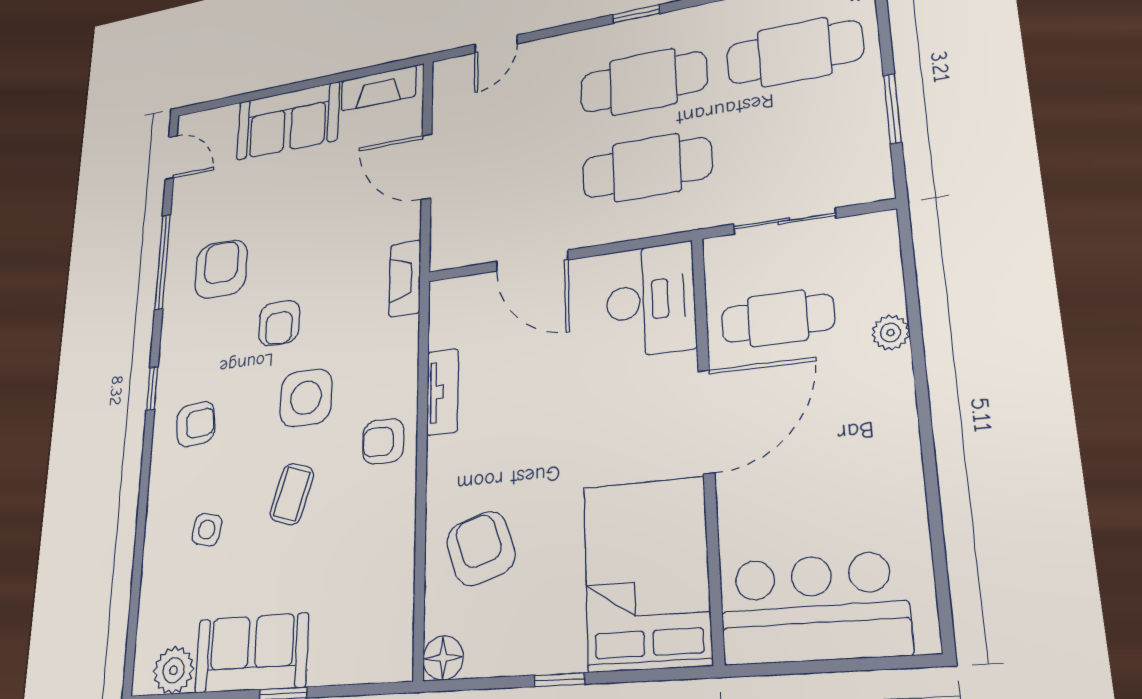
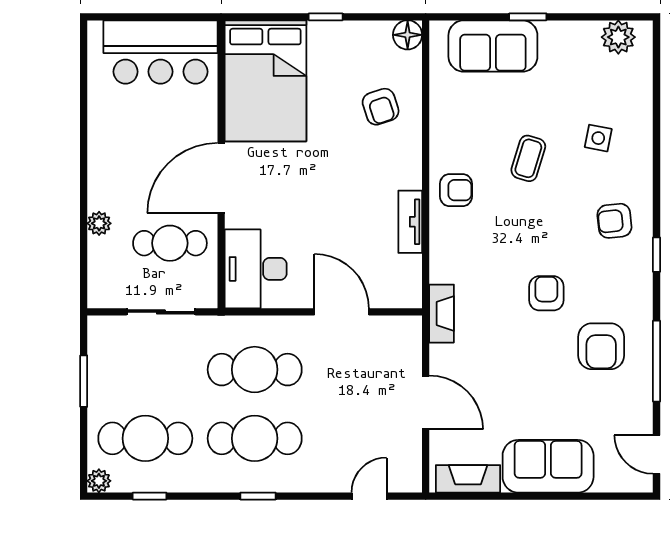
side table: (306, 398) -> (520, 231), removed
armchair: (481, 548) -> (381, 107), width x0.72, depth x0.72
sofa: (252, 653) -> (493, 46), moved

